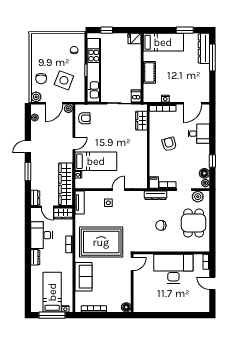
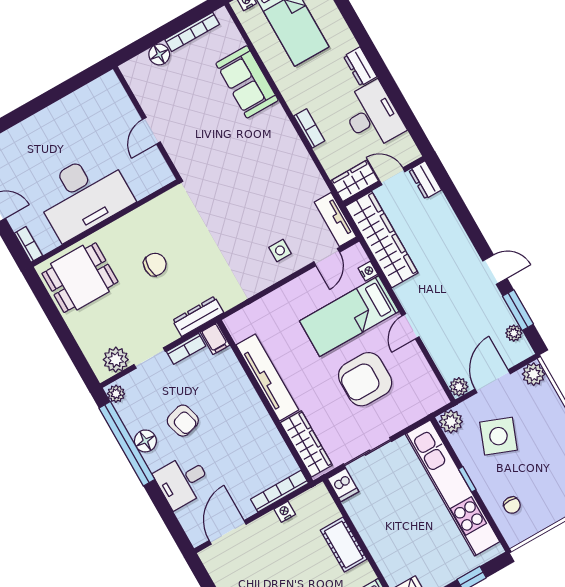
chair: (41, 79) -> (544, 415), removed
plant: (79, 97) -> (451, 422), added
armchair: (84, 118) -> (365, 379), moved, width x1.88, depth x1.88
wardrobe: (141, 121) -> (306, 444), width x1.50
armchair: (169, 144) -> (183, 421), moved
door: (28, 147) -> (495, 270), hinge flipped
tv unit: (142, 156) -> (267, 377), added
window: (212, 161) -> (127, 444), width x3.17
window: (28, 172) -> (518, 310), moved
floor lamp: (204, 173) -> (145, 441), moved
door: (118, 190) -> (327, 257), moved
dining table: (194, 223) -> (80, 278), moved, turned 90
rug: (101, 242) -> (251, 168), removed
door: (132, 264) -> (151, 131), moved
floor lamp: (126, 307) -> (159, 54), moved

